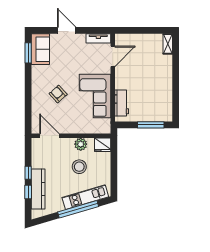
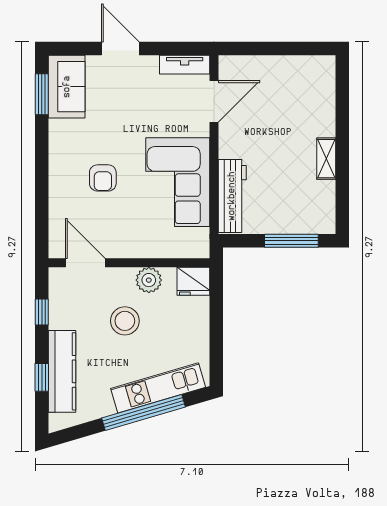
shelving: (168, 44) -> (326, 159), moved
armchair: (58, 94) -> (103, 178), turned -138
workbench: (122, 103) -> (232, 196), width x1.38
stool: (79, 167) -> (125, 321), moved
window: (28, 173) -> (42, 312), moved

